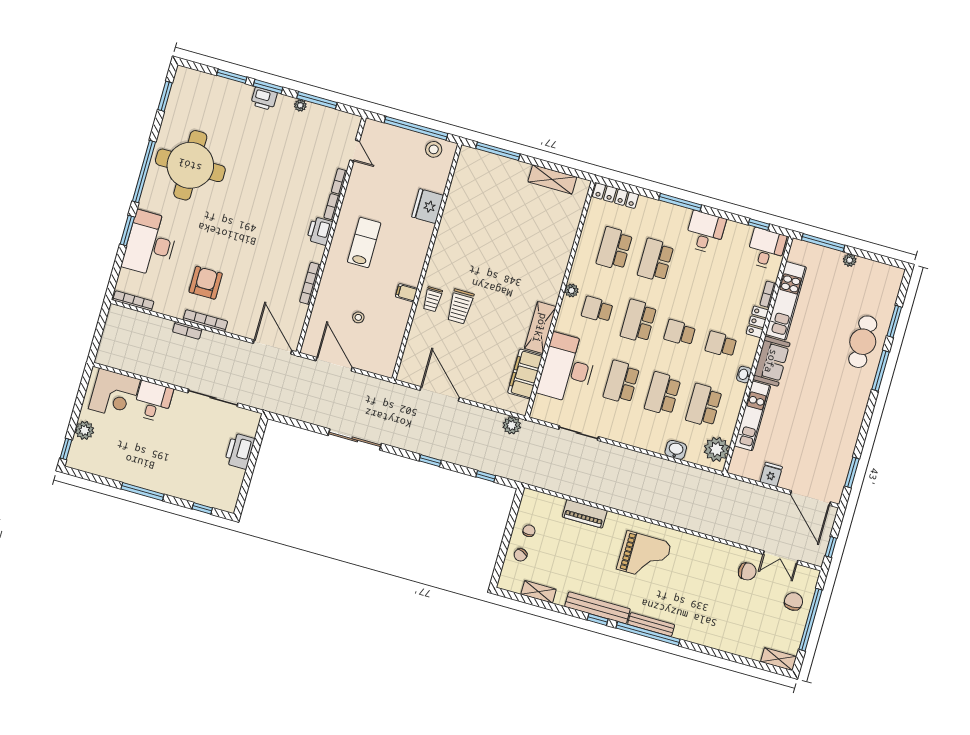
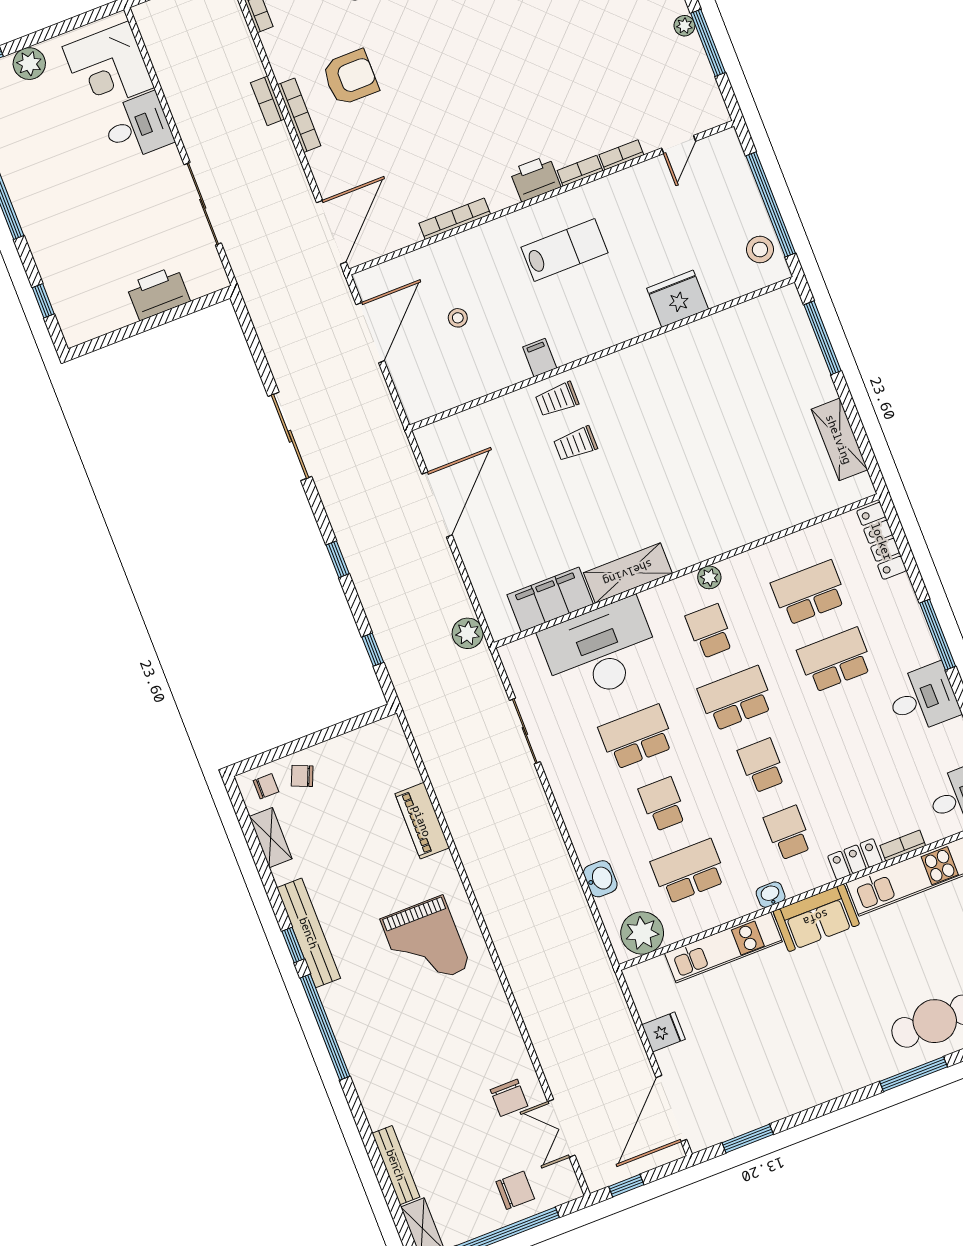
trolley: (460, 306) -> (575, 444), width x0.73, depth x0.72
school desk: (663, 394) -> (663, 804), width x0.54
chair: (529, 531) -> (266, 786), moved
bench: (651, 624) -> (396, 1165), moved

